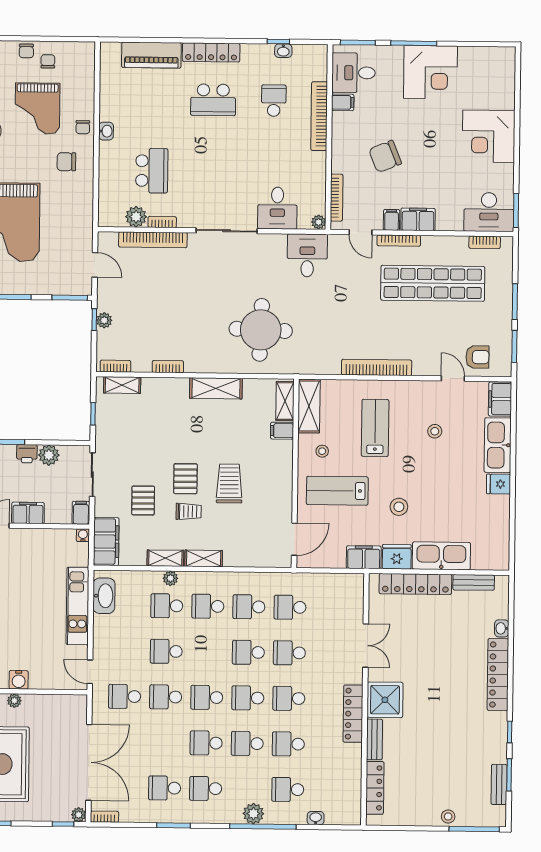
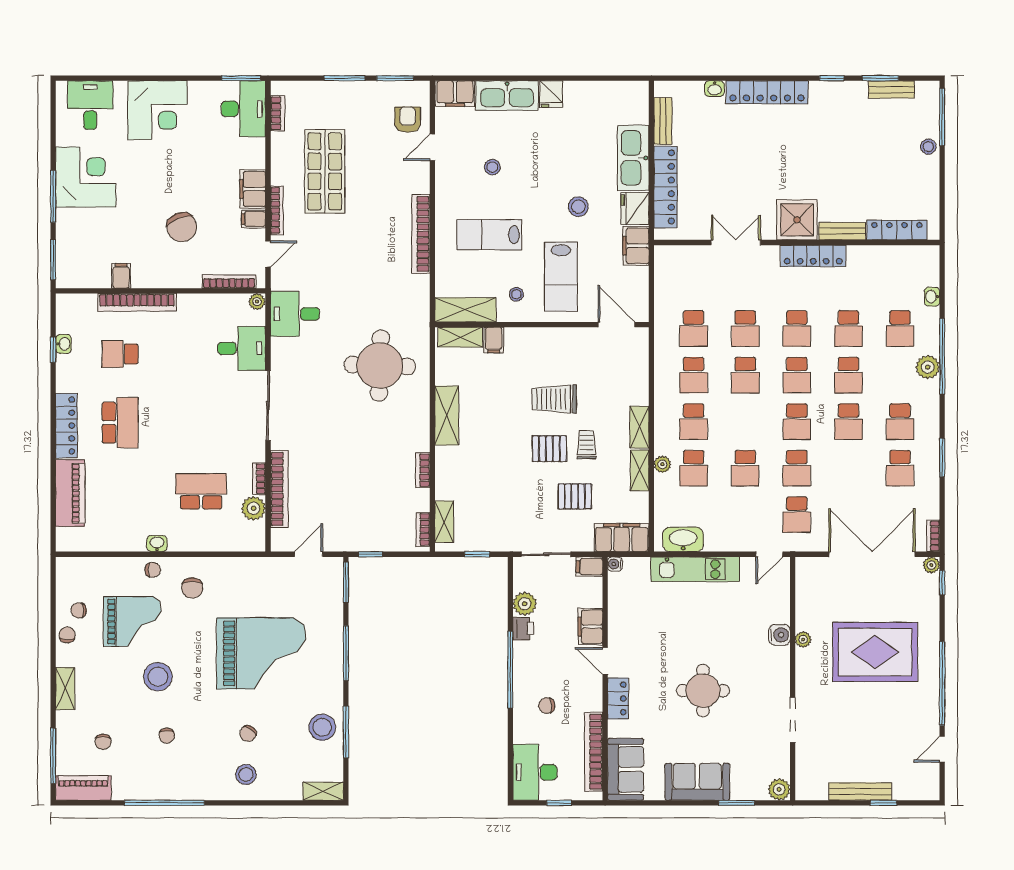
chair: (26, 51) -> (67, 635), turned -90
desk: (354, 73) -> (90, 105), moved, turned 180
shop shelf: (433, 283) -> (325, 171), width x0.71
plant: (104, 320) -> (371, 543), removed

